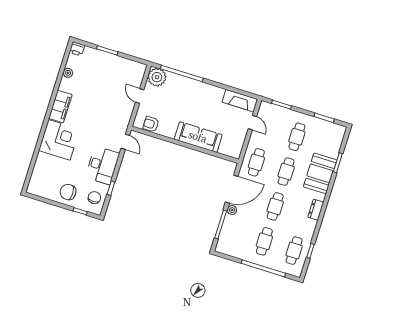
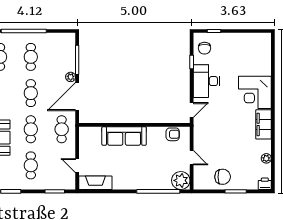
door: (125, 142) -> (192, 110), swing flipped
chair: (68, 192) -> (223, 177), moved

